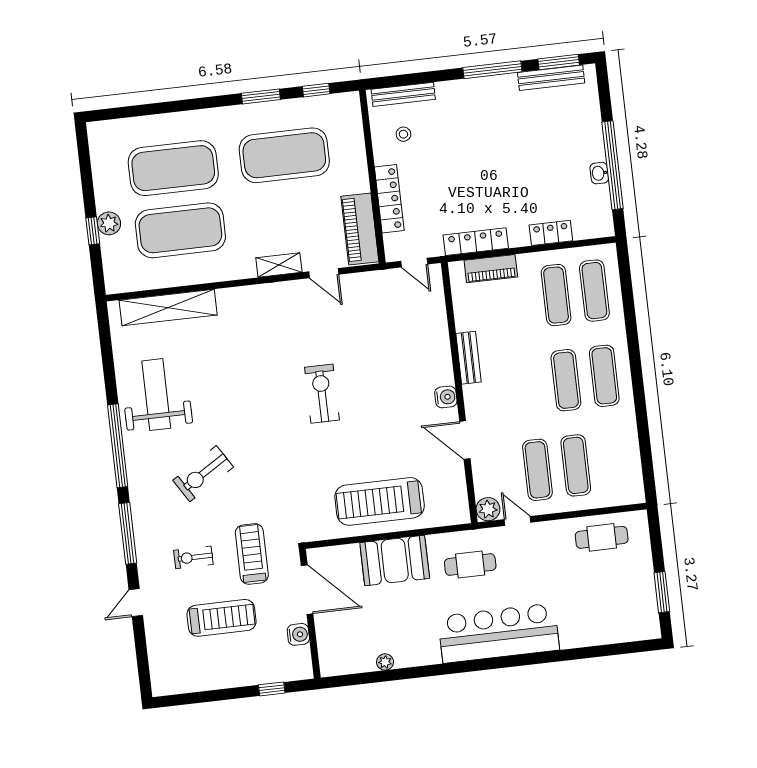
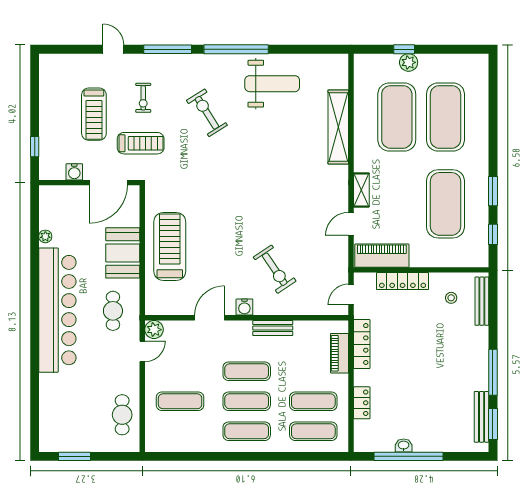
shelving: (168, 308) -> (338, 127), moved
exercise bike: (322, 394) -> (275, 269), moved, turned 56
exercise mat: (537, 470) -> (247, 371), moved
exercise bike: (193, 557) -> (143, 98), turned 180
bar counter: (499, 633) -> (57, 310), width x1.36

